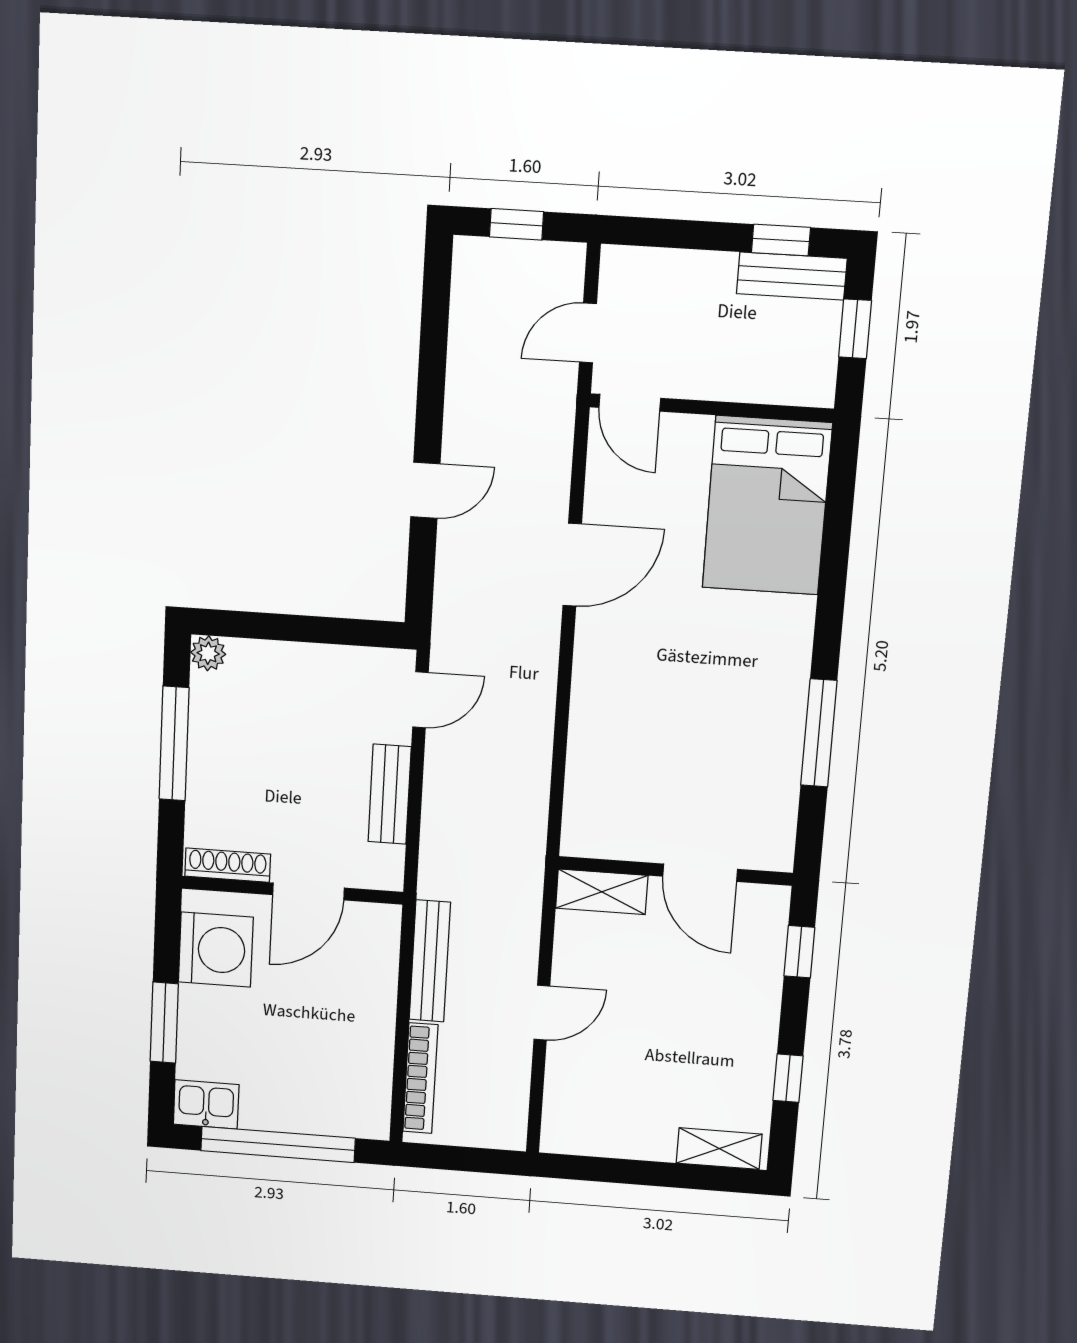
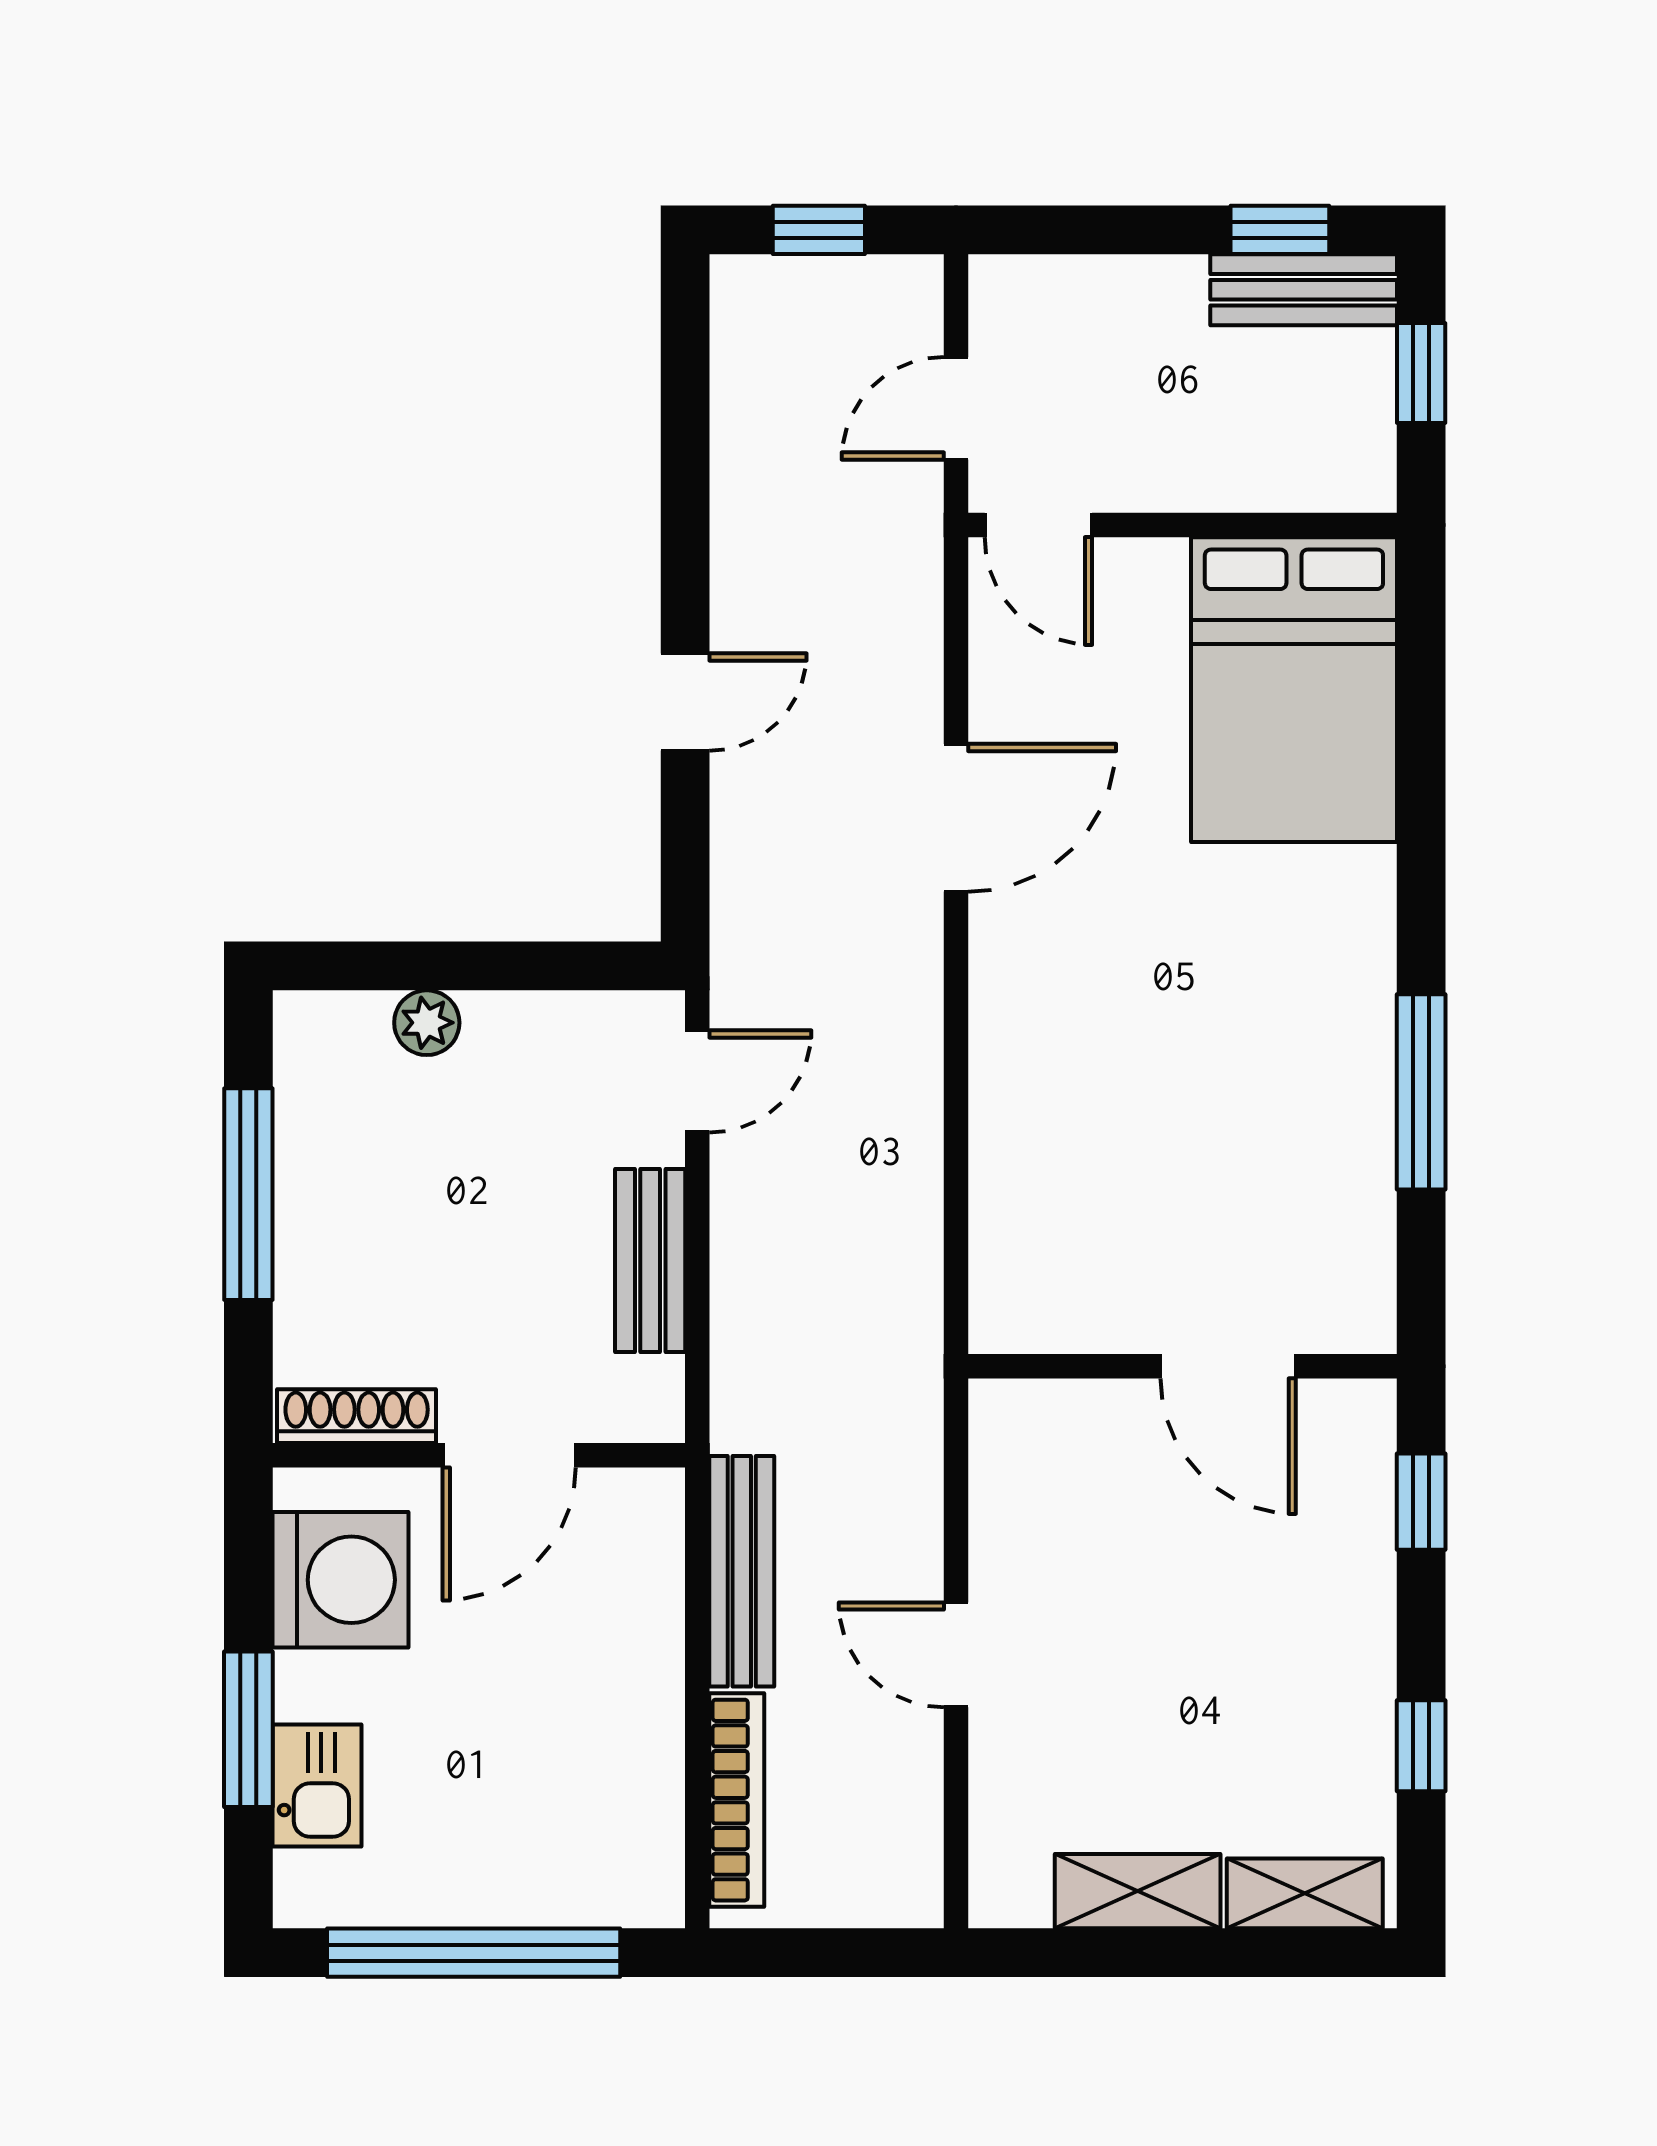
plant: (208, 653) -> (427, 1023), moved
shelving: (602, 892) -> (1138, 1891), moved
door: (542, 1013) -> (956, 1655), swing flipped
kitchen sink: (206, 1104) -> (317, 1786), moved, turned 90

